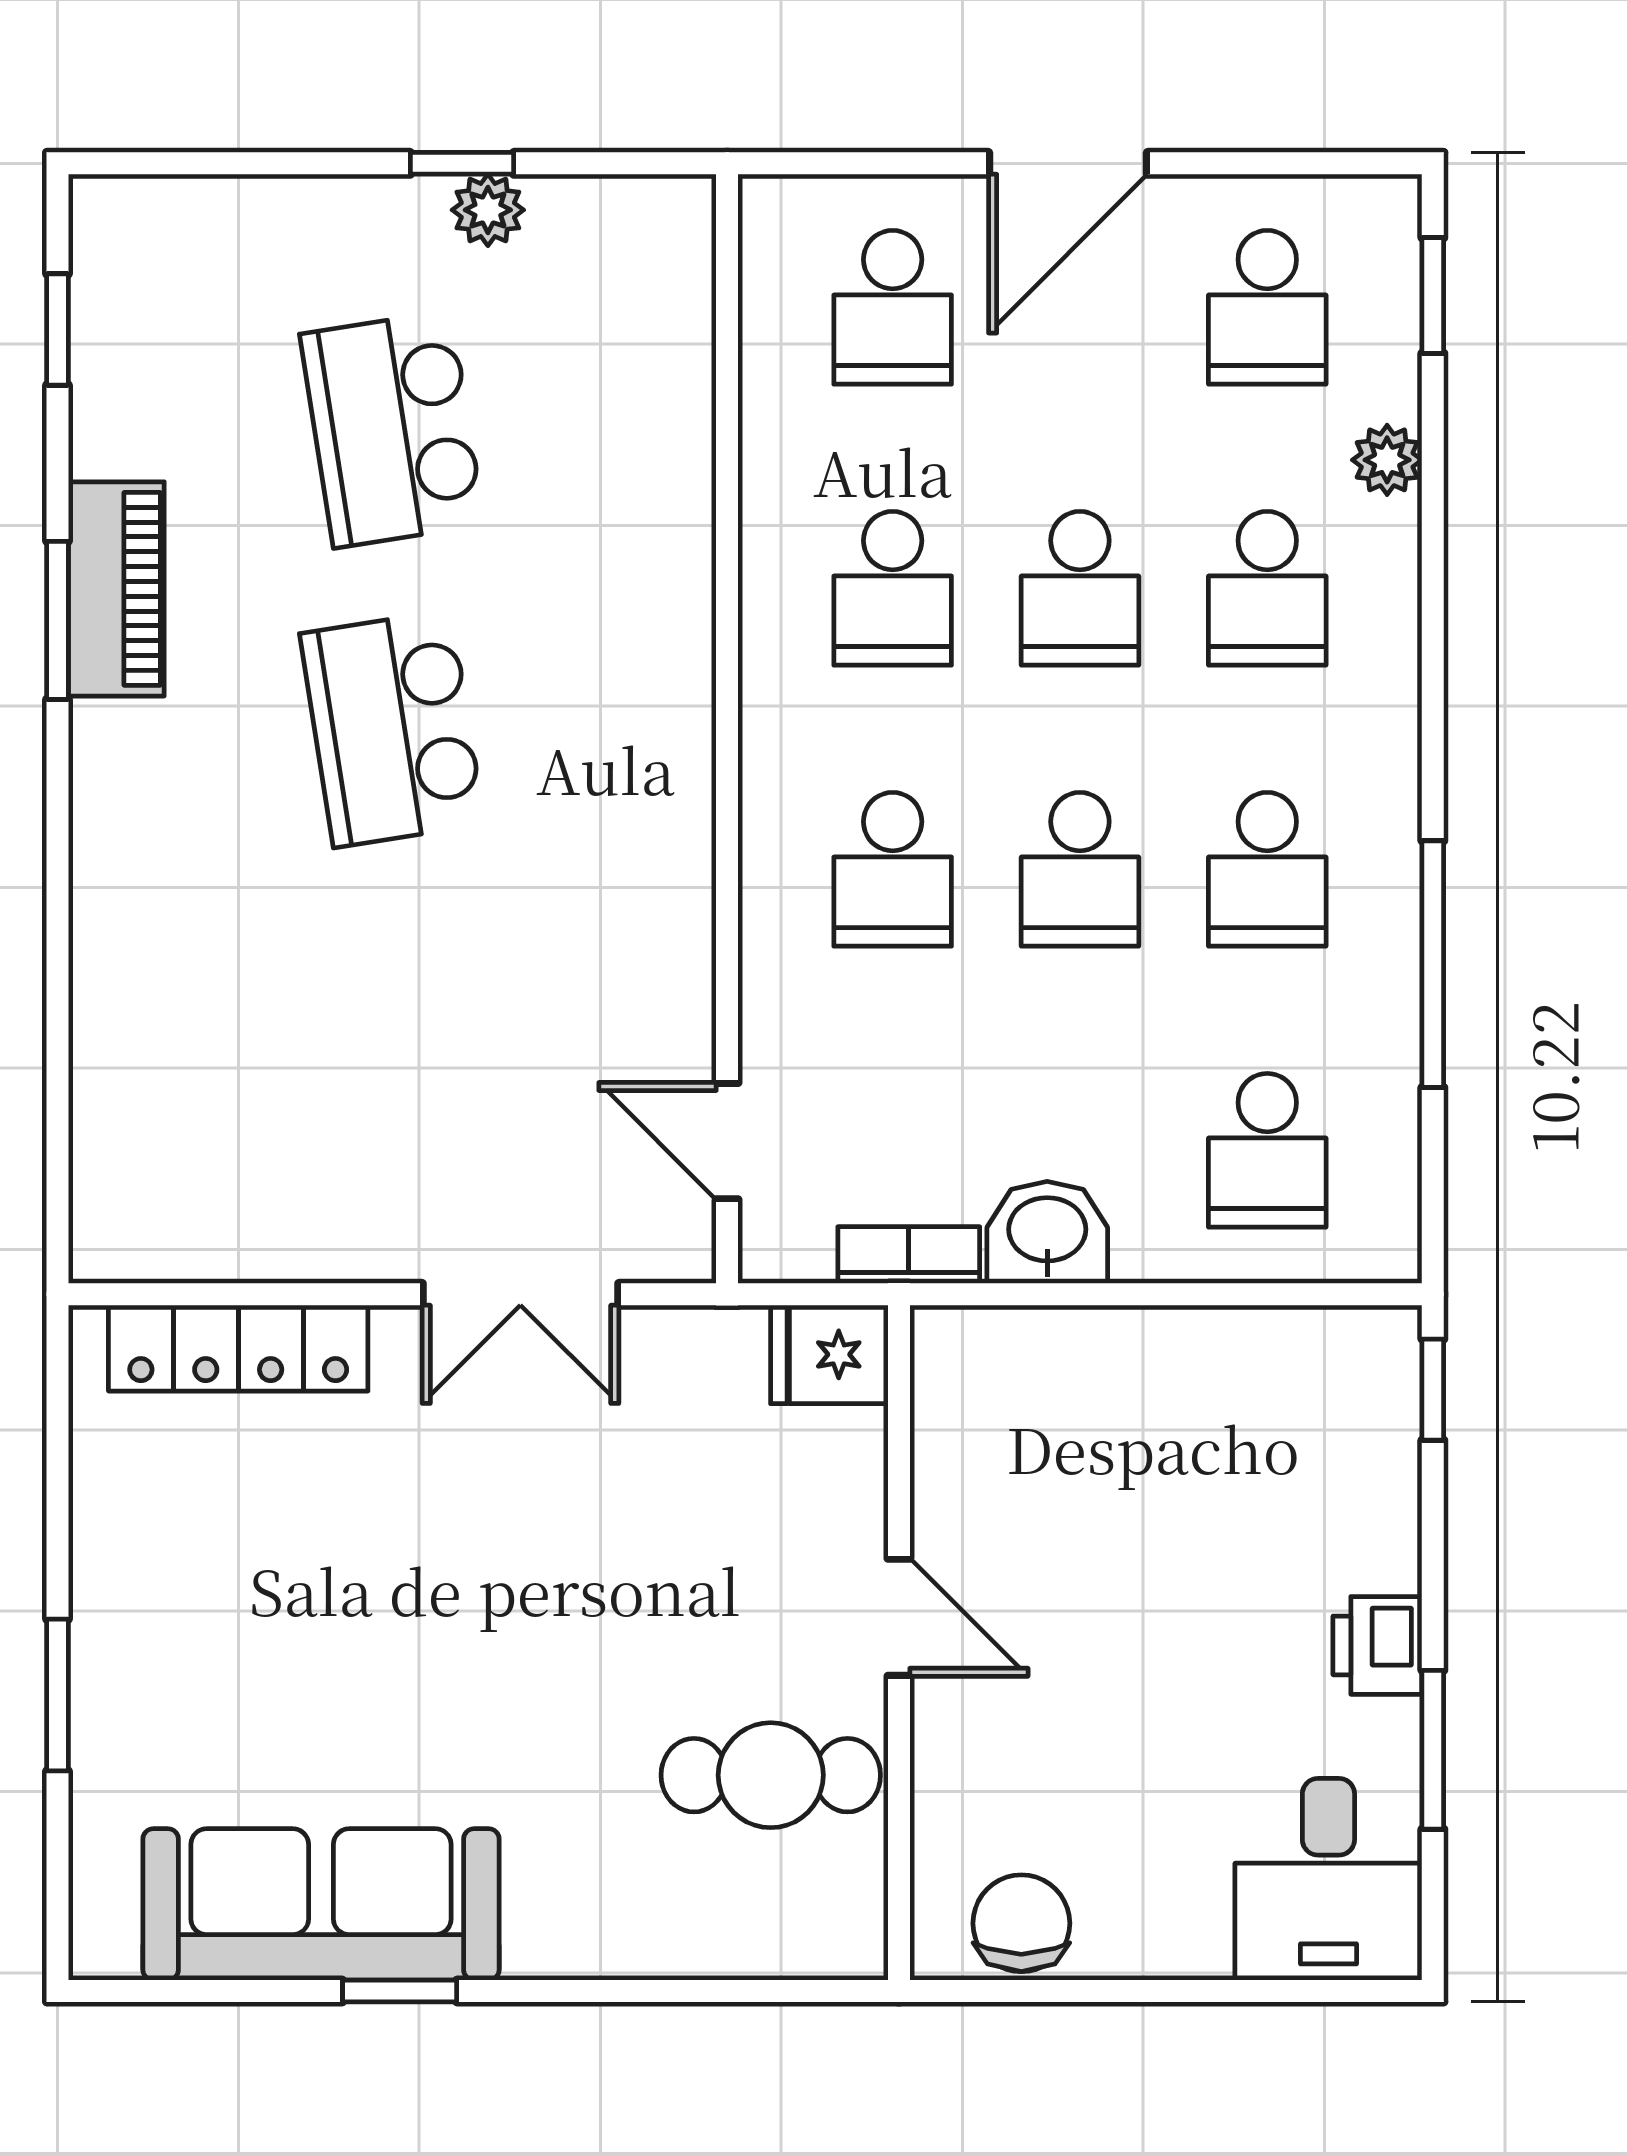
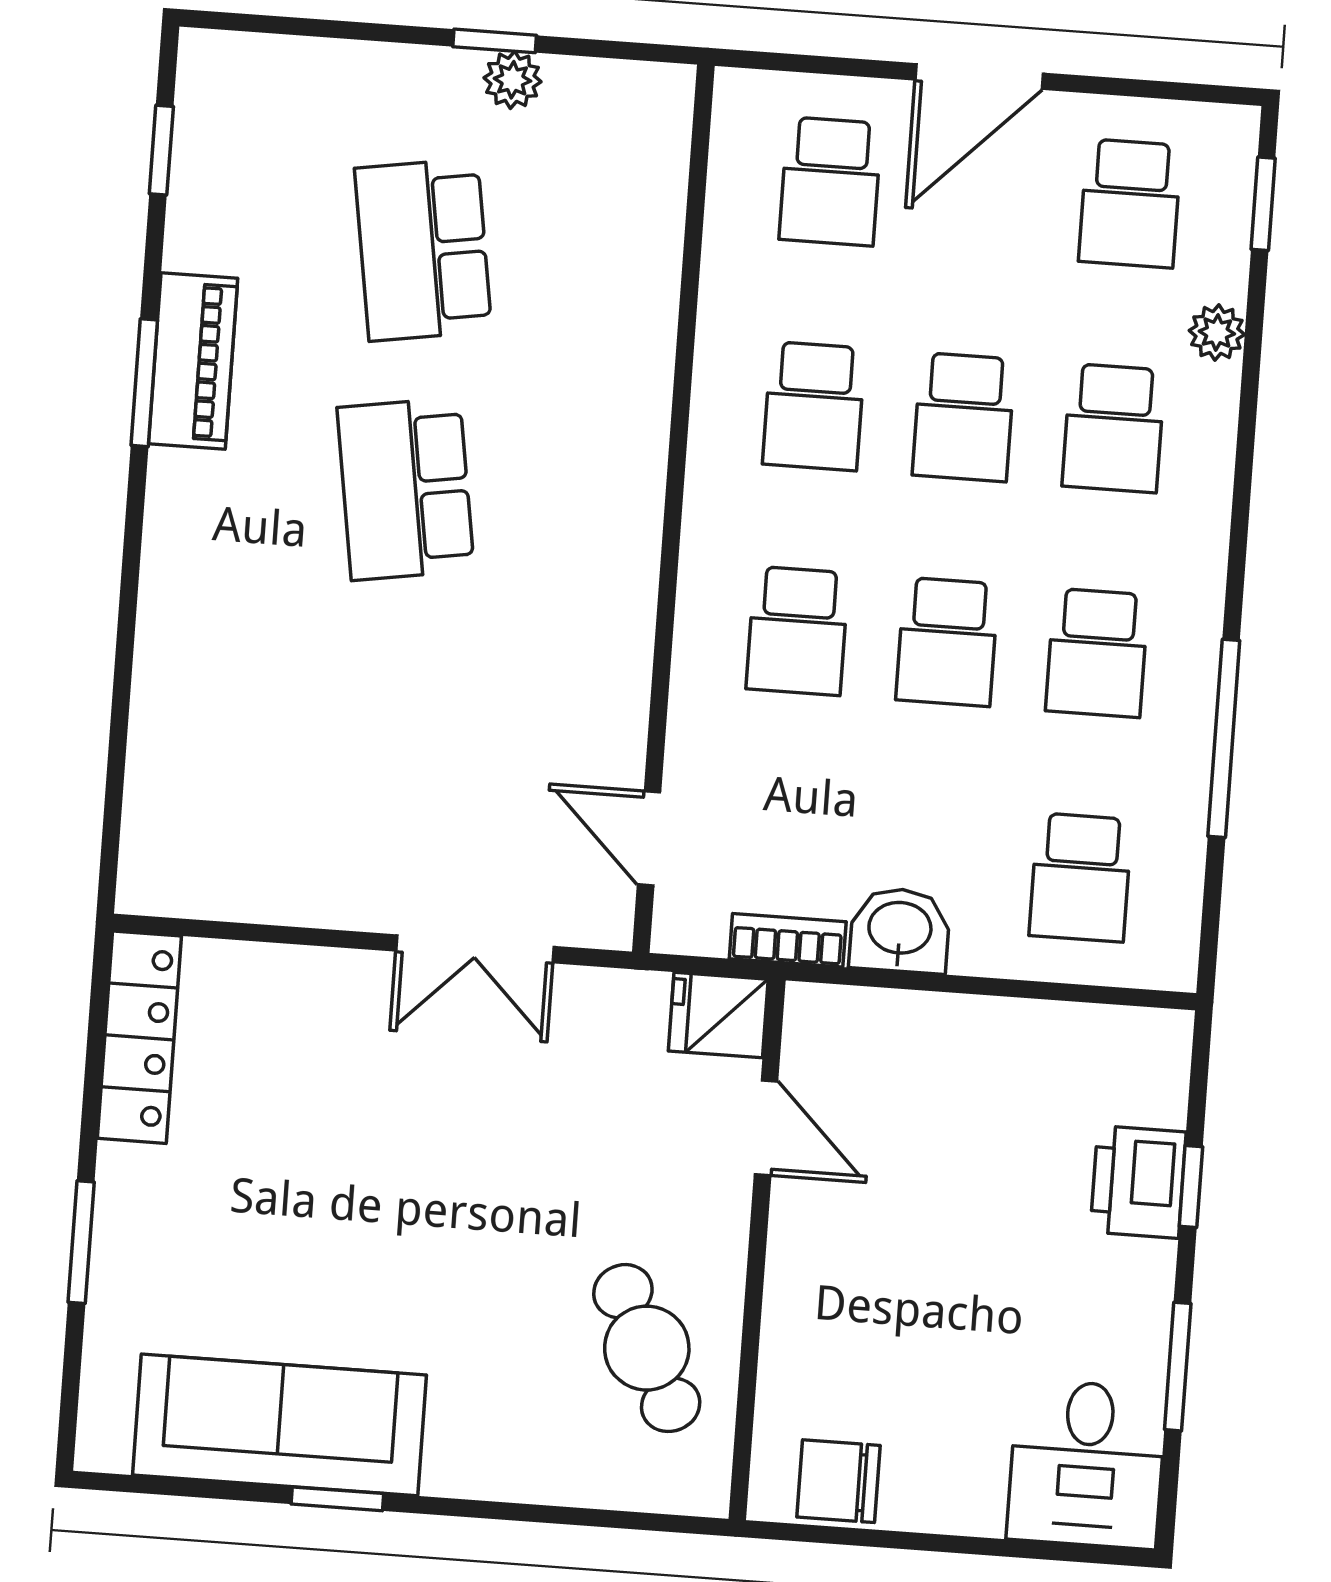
locker: (238, 1348) -> (139, 1037), moved, turned -90
window: (1433, 1390) -> (1191, 1186), moved
door: (899, 1617) -> (766, 1128), moved
printer: (1377, 1645) -> (1138, 1182), moved, width x1.36, depth x1.24
cafe table: (771, 1775) -> (647, 1348), turned 63
chair: (1021, 1923) -> (838, 1481), turned -90

